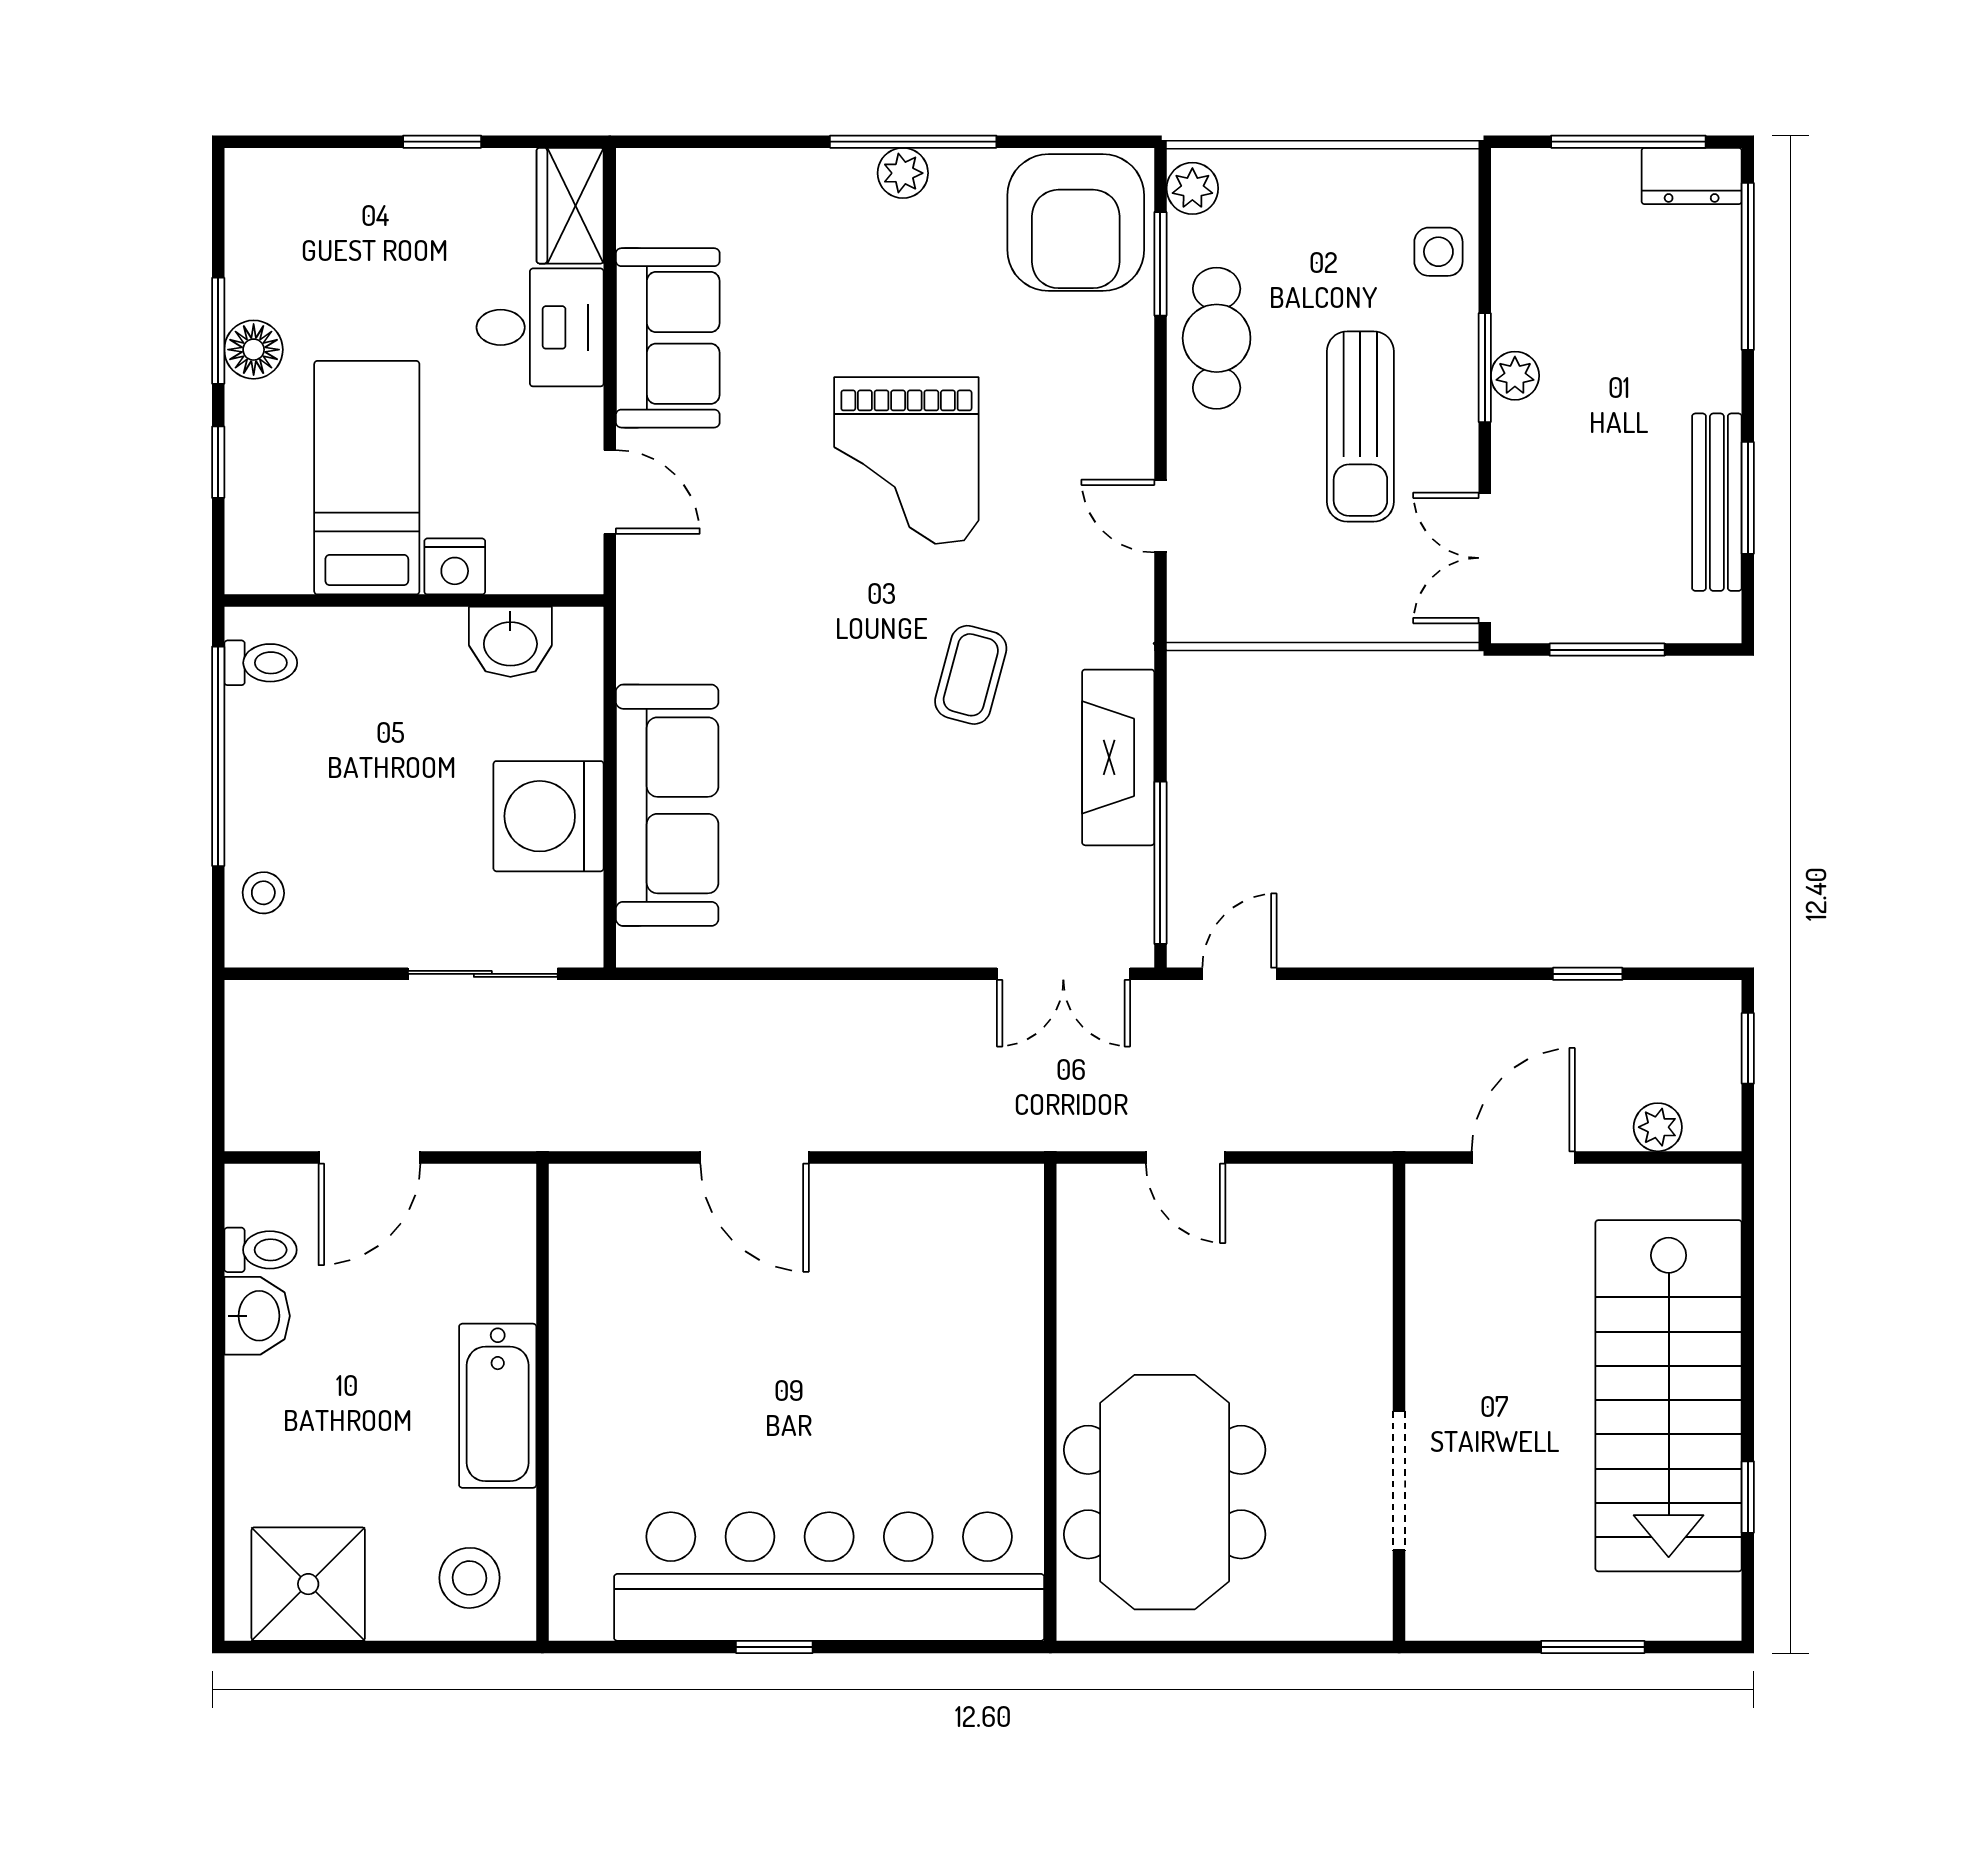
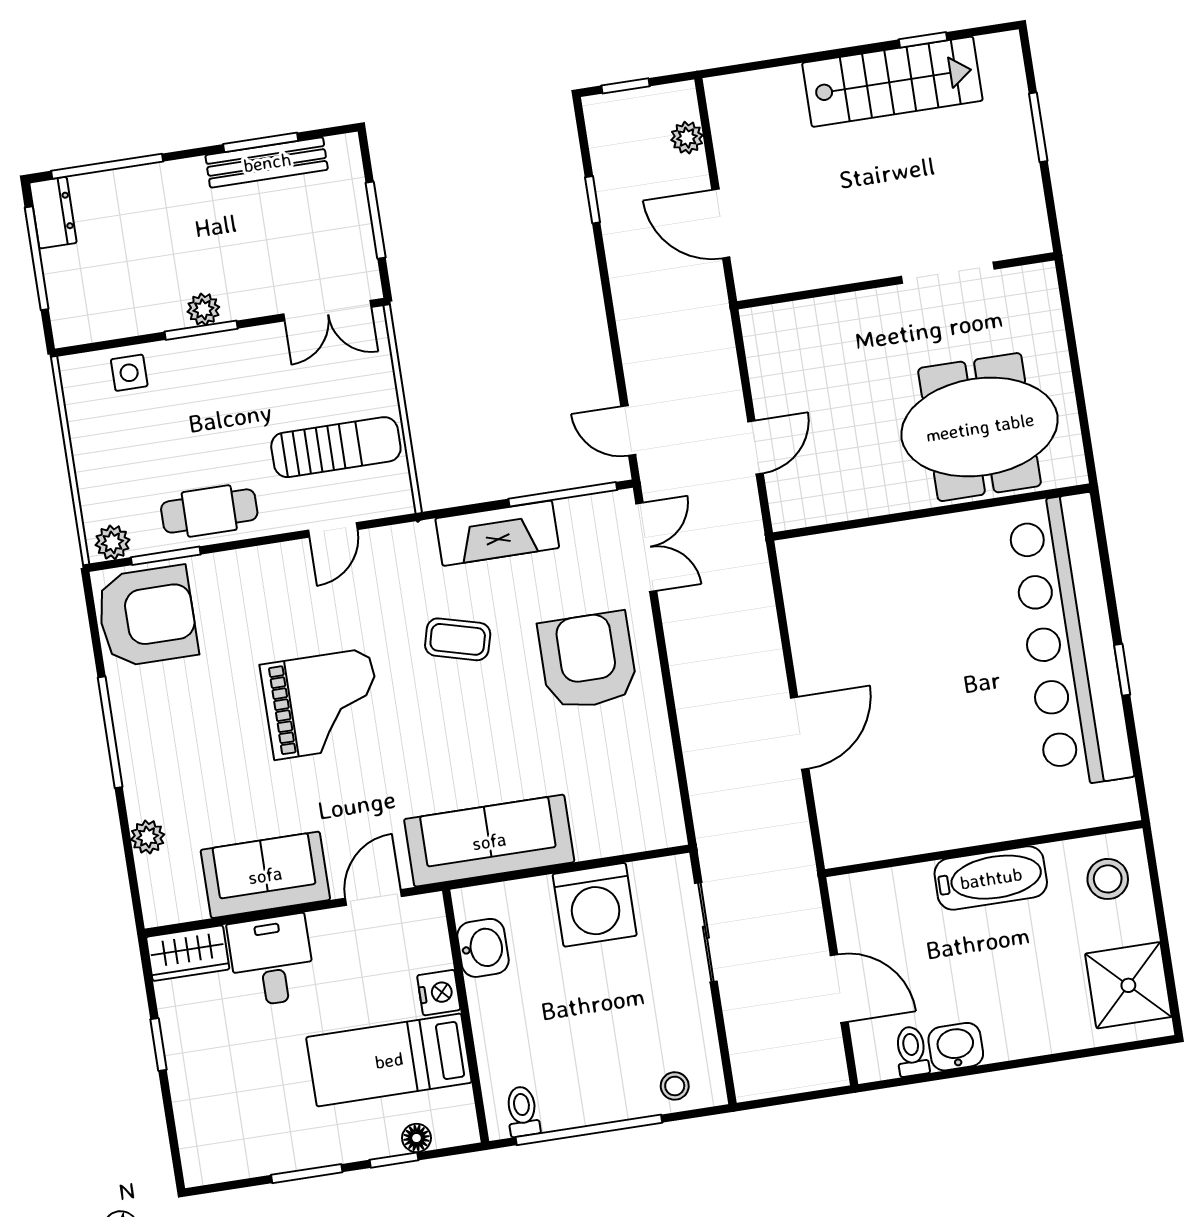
plant: (903, 173) -> (148, 837), moved
floor lamp: (254, 350) -> (417, 1138), moved, width x0.73, depth x0.73
sun lounger: (1360, 426) -> (336, 447), moved
sofa: (667, 805) -> (489, 841), moved
armchair: (910, 861) -> (588, 661), added
stairs: (1669, 1396) -> (892, 82), width x0.73, depth x0.66

